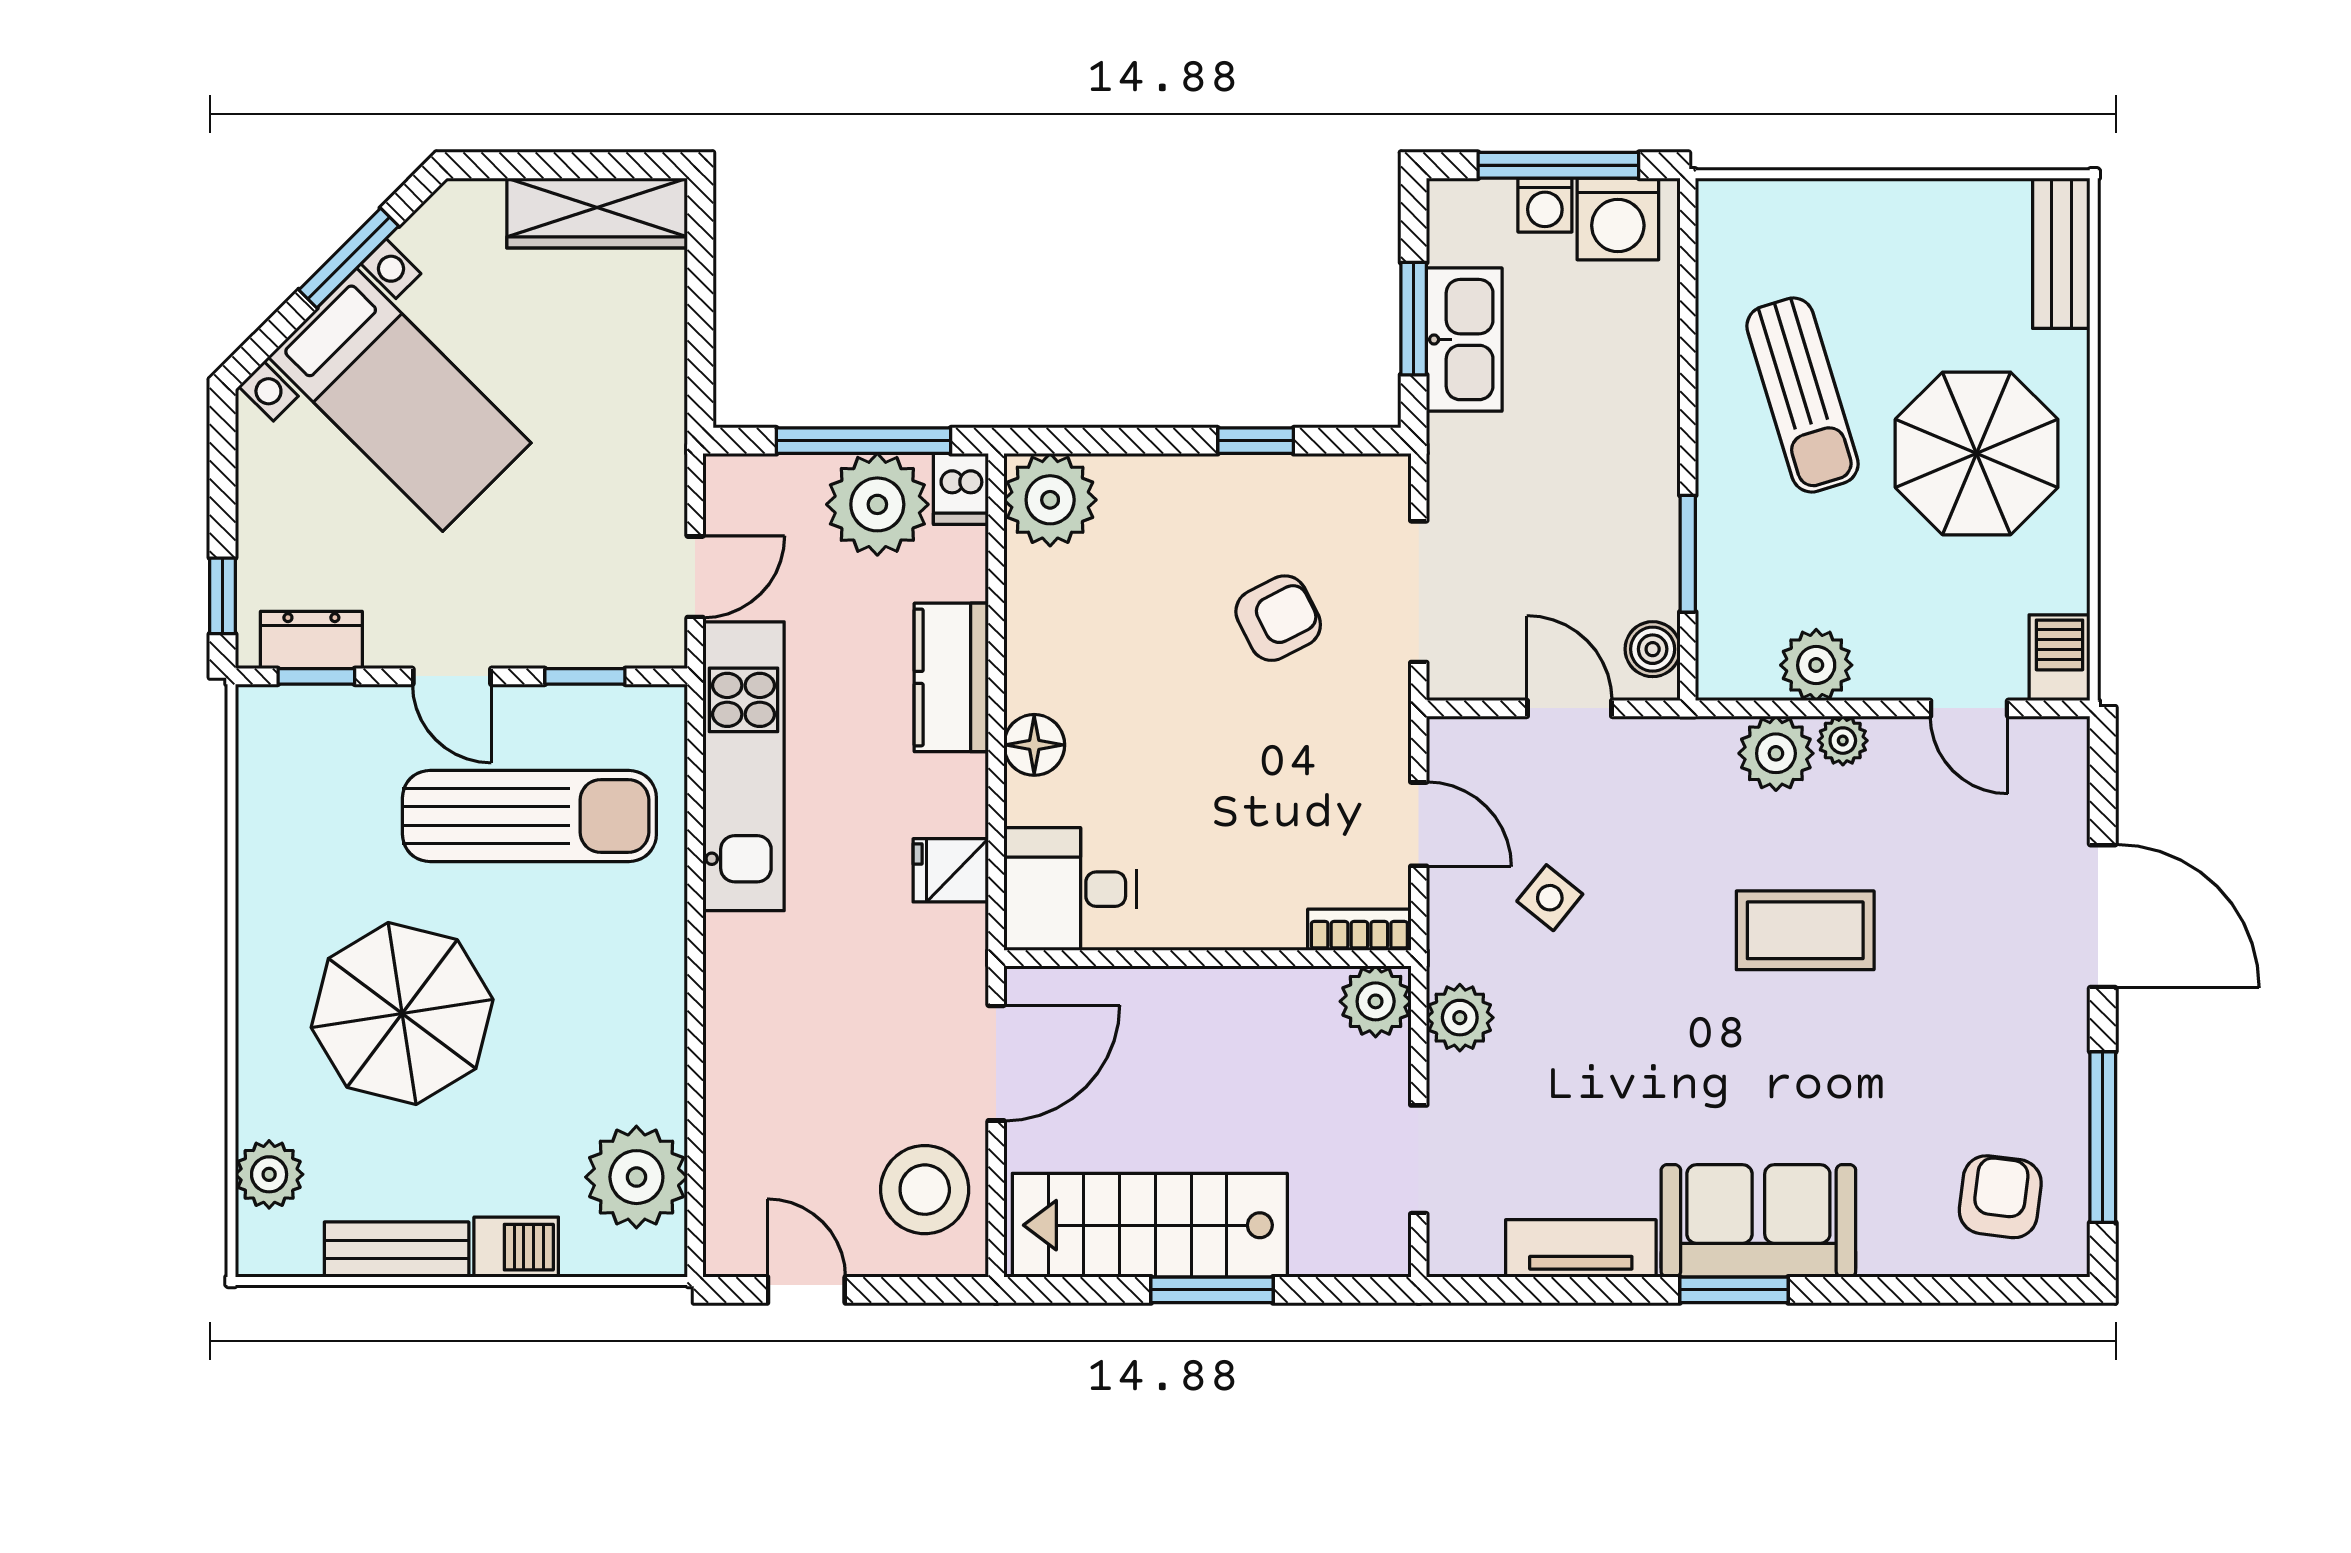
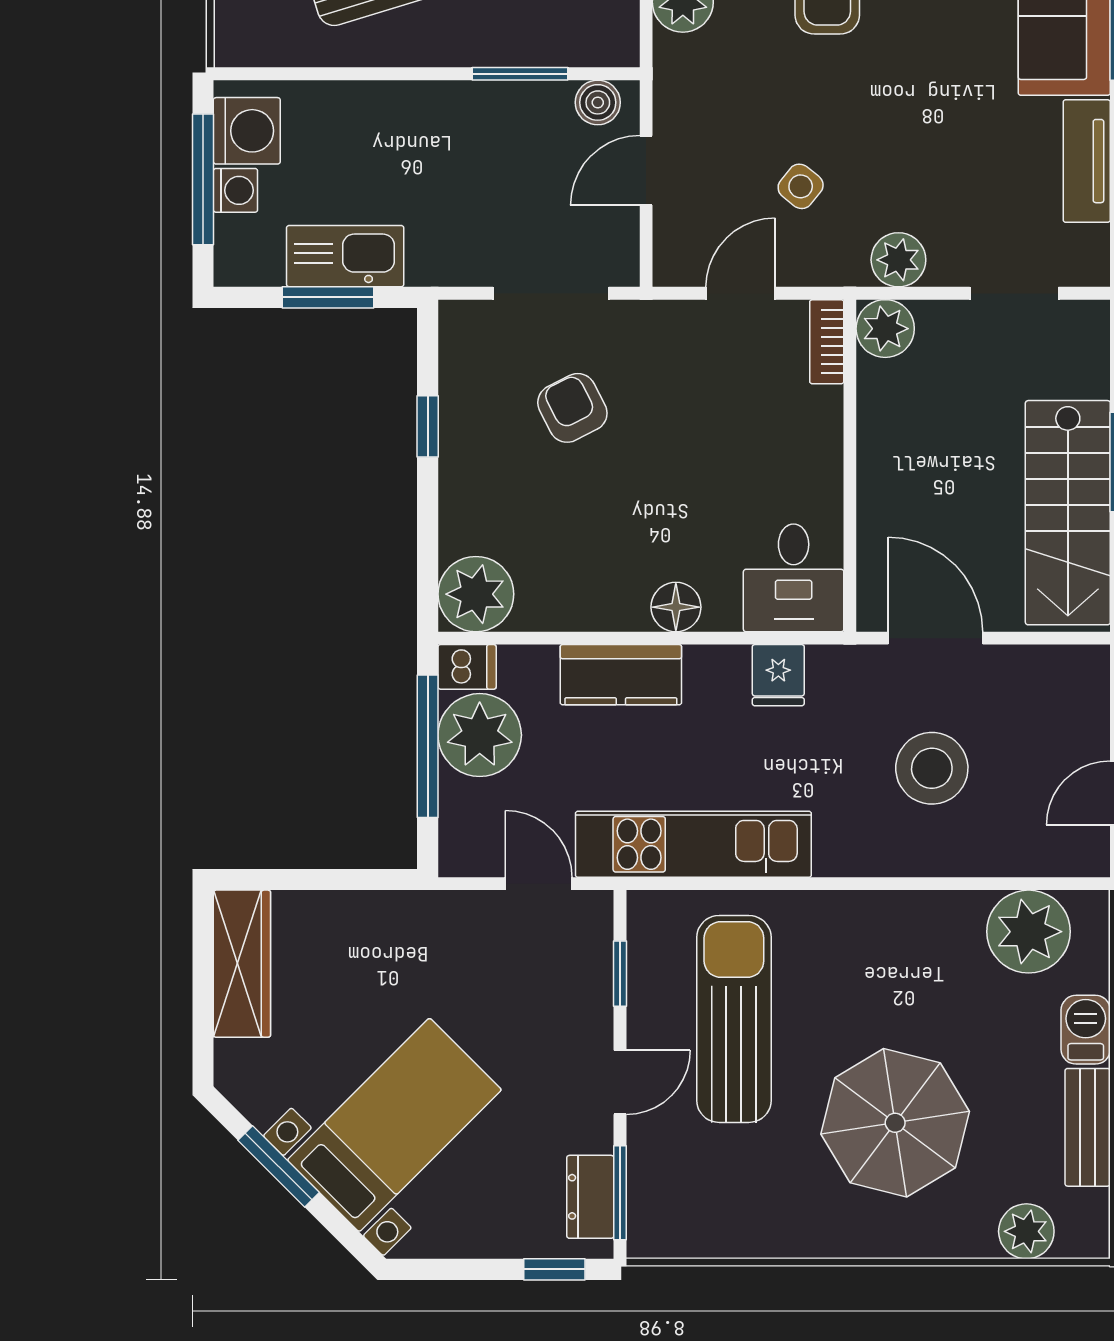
window: (316, 676) -> (620, 1193), width x1.50
stool: (925, 1190) -> (932, 768), moved

